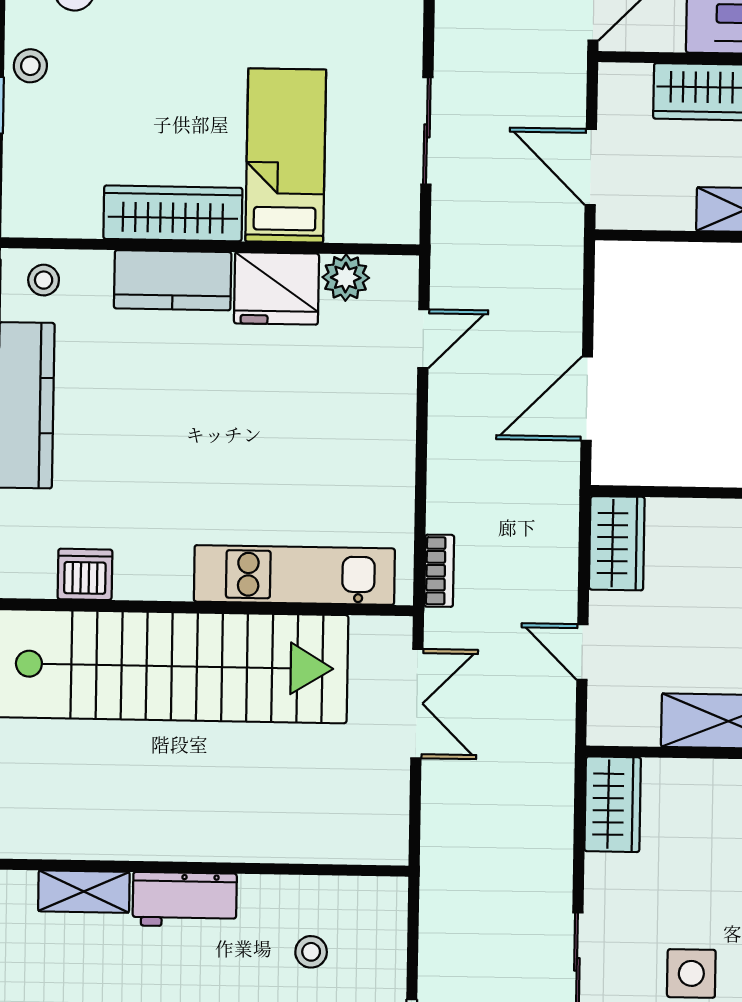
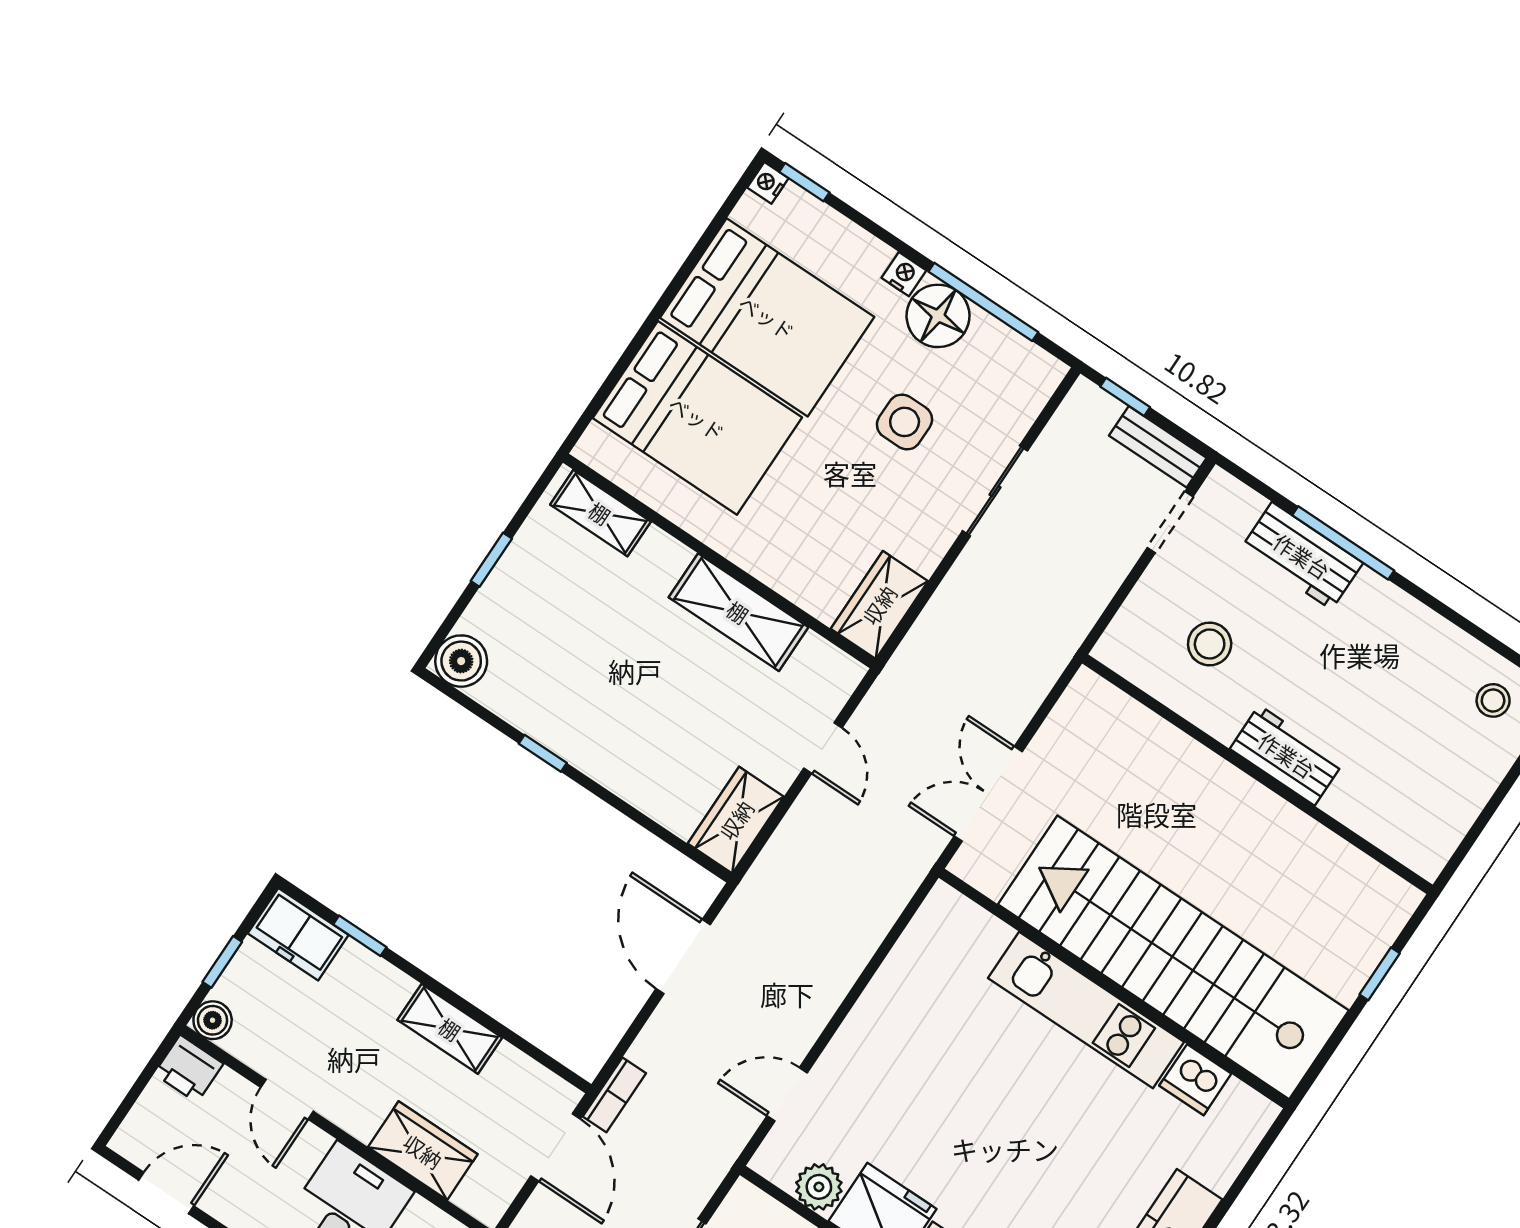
door: (587, 399) -> (683, 957), swing flipped
bookcase: (439, 571) -> (614, 1095), moved, turned 180
kitchen unit: (294, 575) -> (1086, 1010), moved
shelving: (84, 892) -> (1366, 816), removed
stool: (311, 952) -> (1210, 644), width x1.37, depth x1.37

